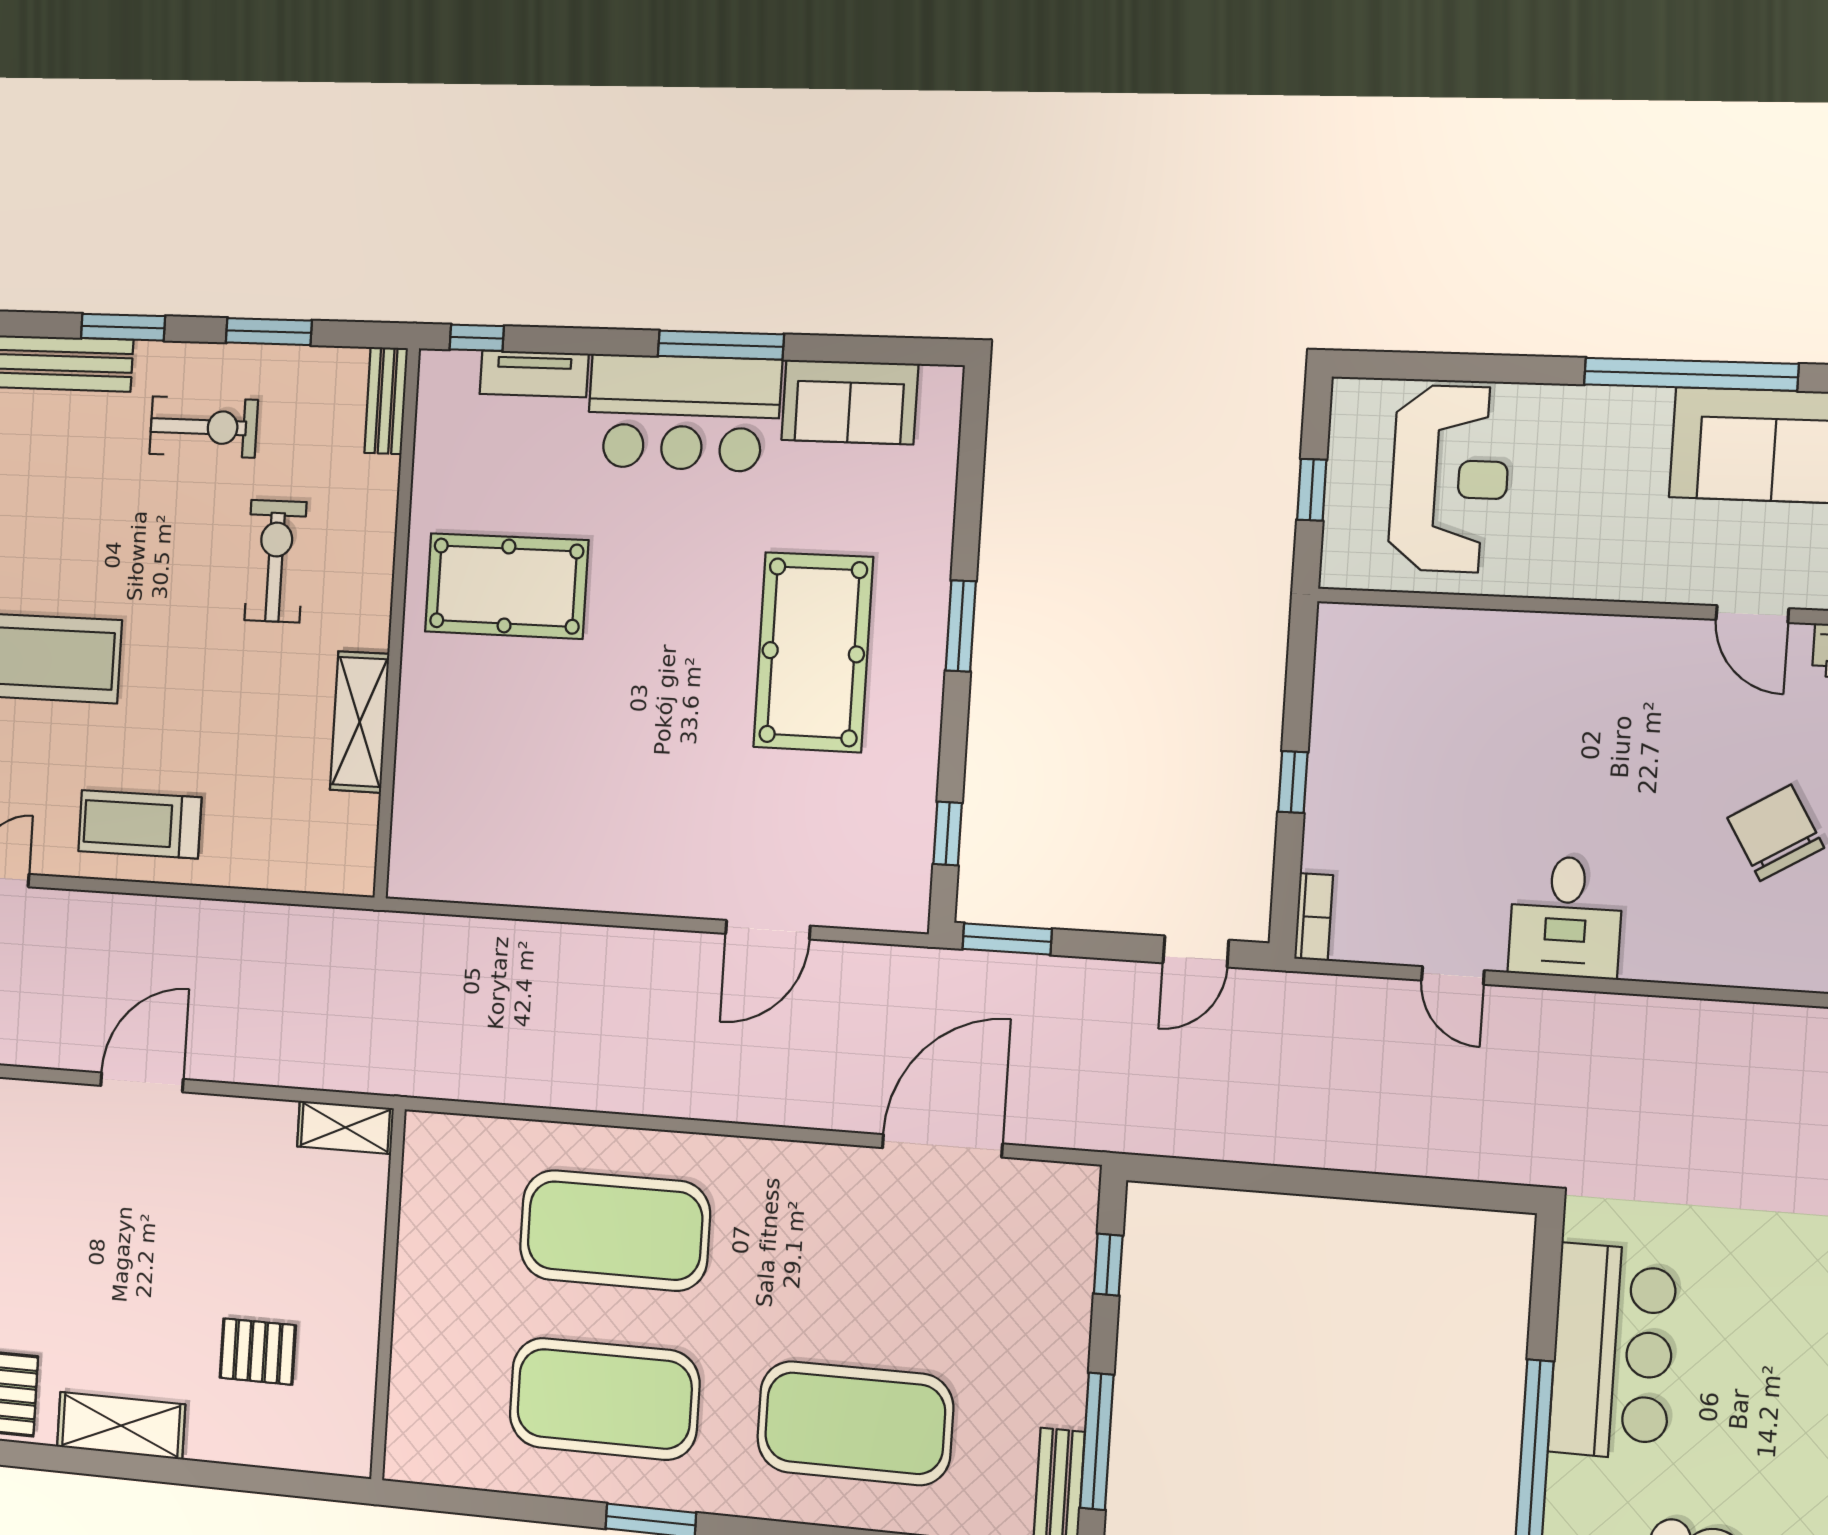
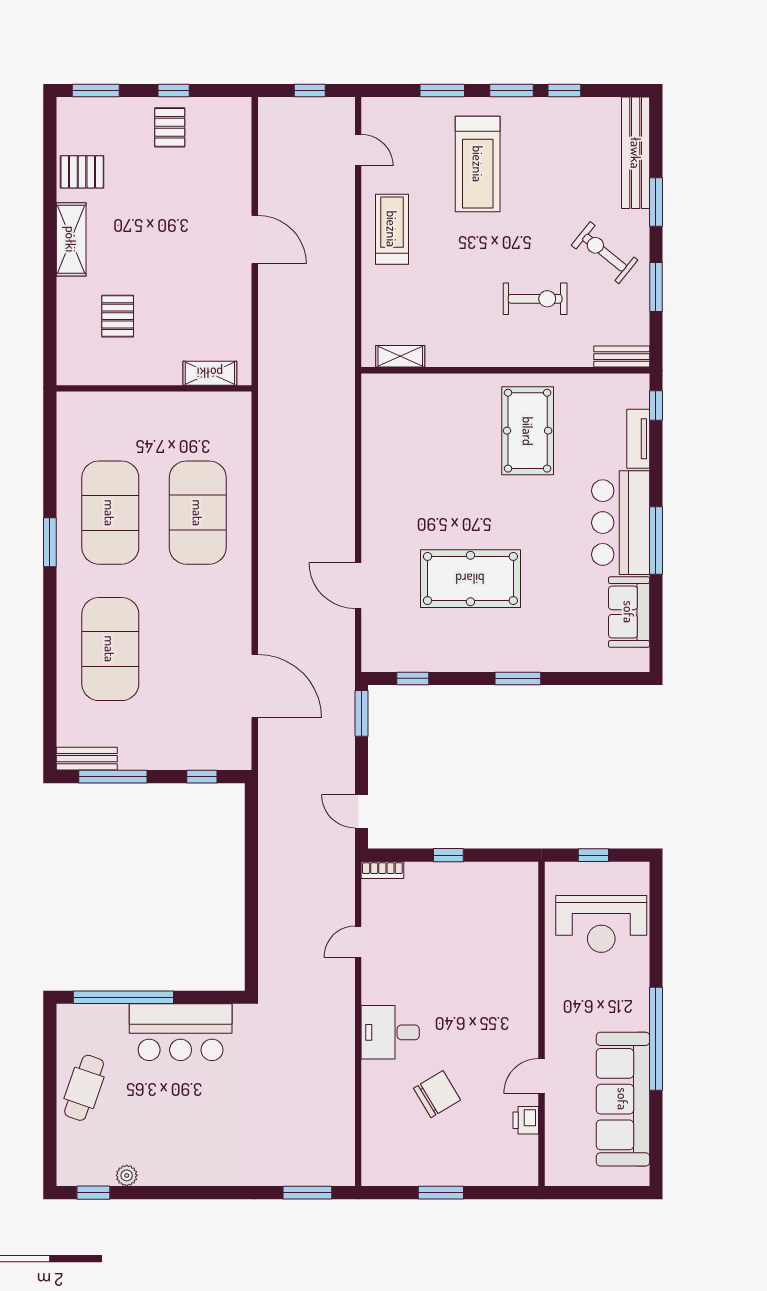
exercise bike: (204, 427) -> (604, 253), turned 129
pool table: (813, 652) -> (470, 579), moved
shelving: (360, 722) -> (400, 356), moved, width x0.67, depth x0.75
desk: (1566, 917) -> (390, 1032), moved
shelving: (345, 1127) -> (210, 373), moved, turned 90

